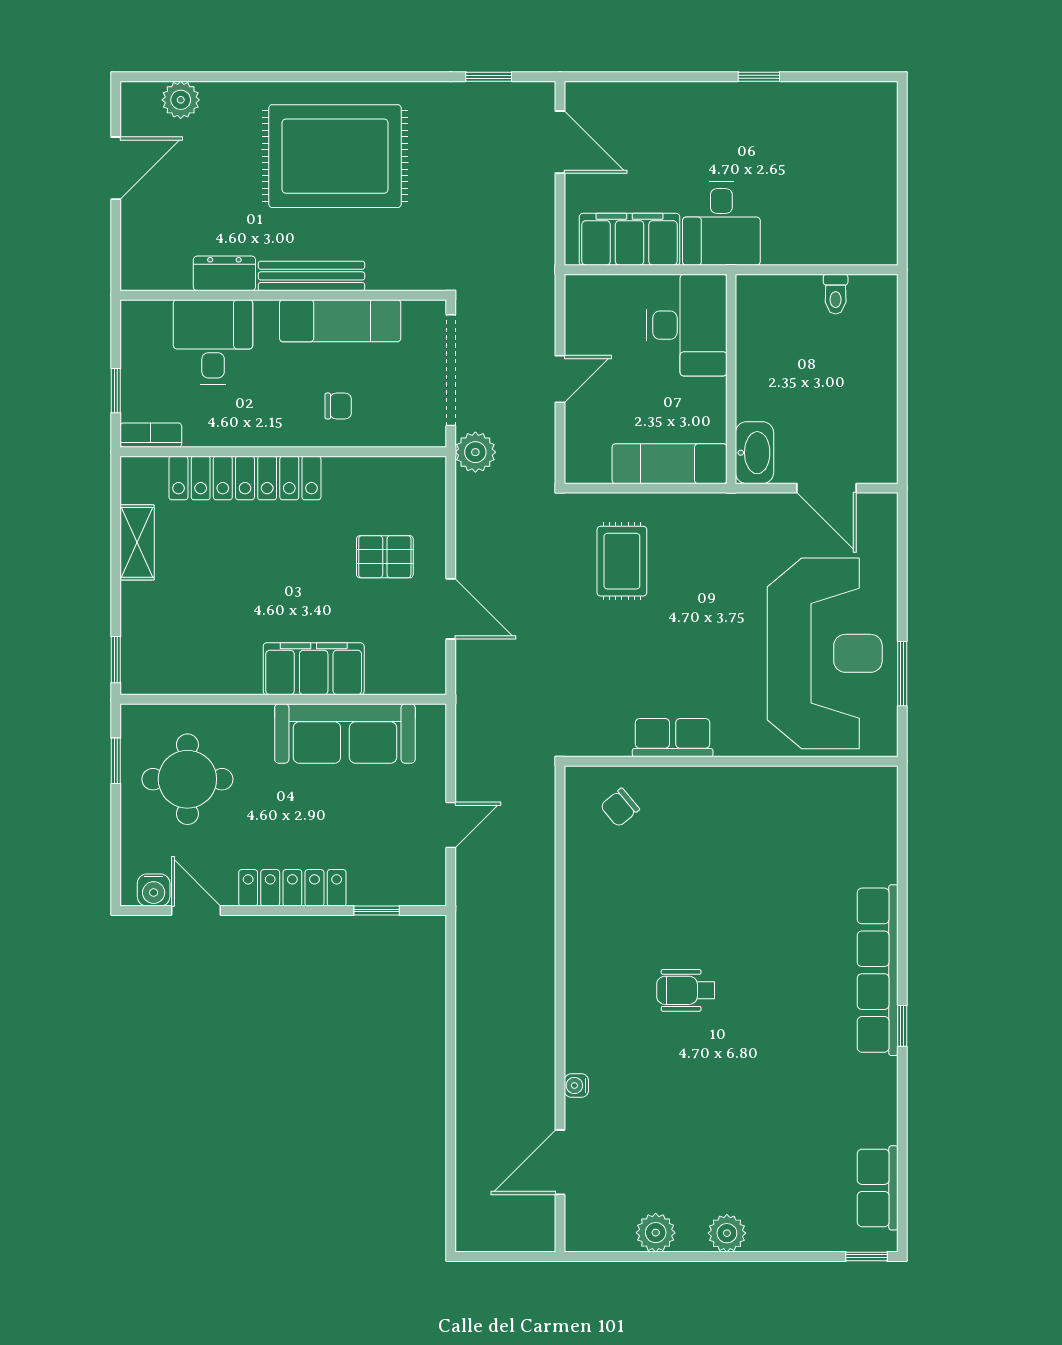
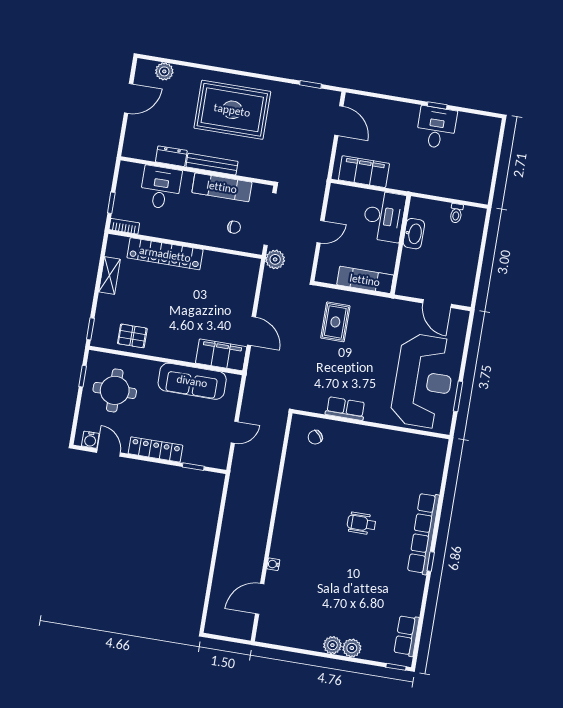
desk: (721, 224) -> (436, 128), moved, turned 180
chair: (338, 406) -> (234, 227), moved
washbasin: (755, 453) -> (414, 234), moved
pallet: (385, 557) -> (132, 336), moved
filing cabinet: (314, 669) -> (221, 355), moved
wheelchair: (686, 990) -> (361, 523), moved
plant: (656, 1233) -> (352, 648), moved

